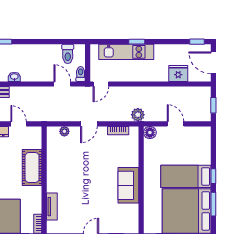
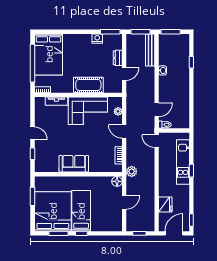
toilet: (68, 54) -> (181, 114), removed
corner sofa: (64, 168) -> (88, 111), added

